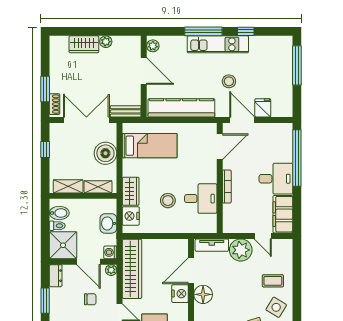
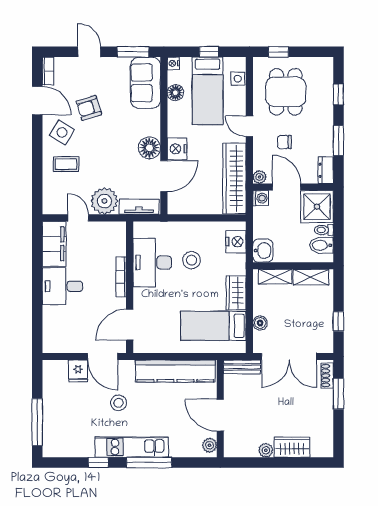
boiler: (105, 153) -> (260, 323), width x0.54, depth x0.54
window: (297, 158) -> (37, 311), removed
wardrobe: (131, 191) -> (236, 293), moved
desk: (201, 199) -> (152, 263), width x1.37
washbasin: (108, 223) -> (263, 251), moved

